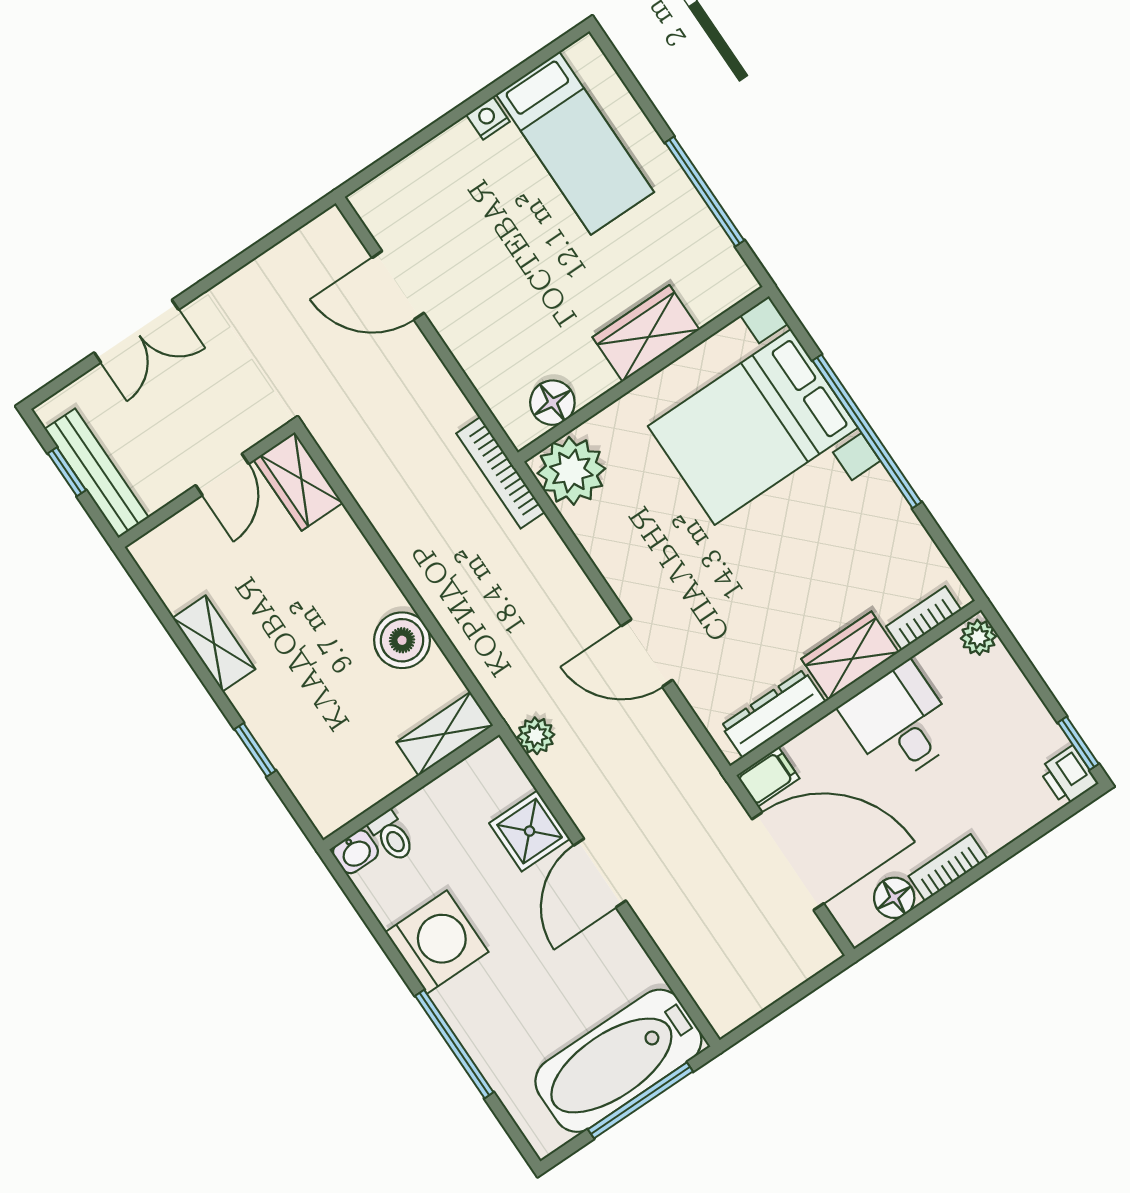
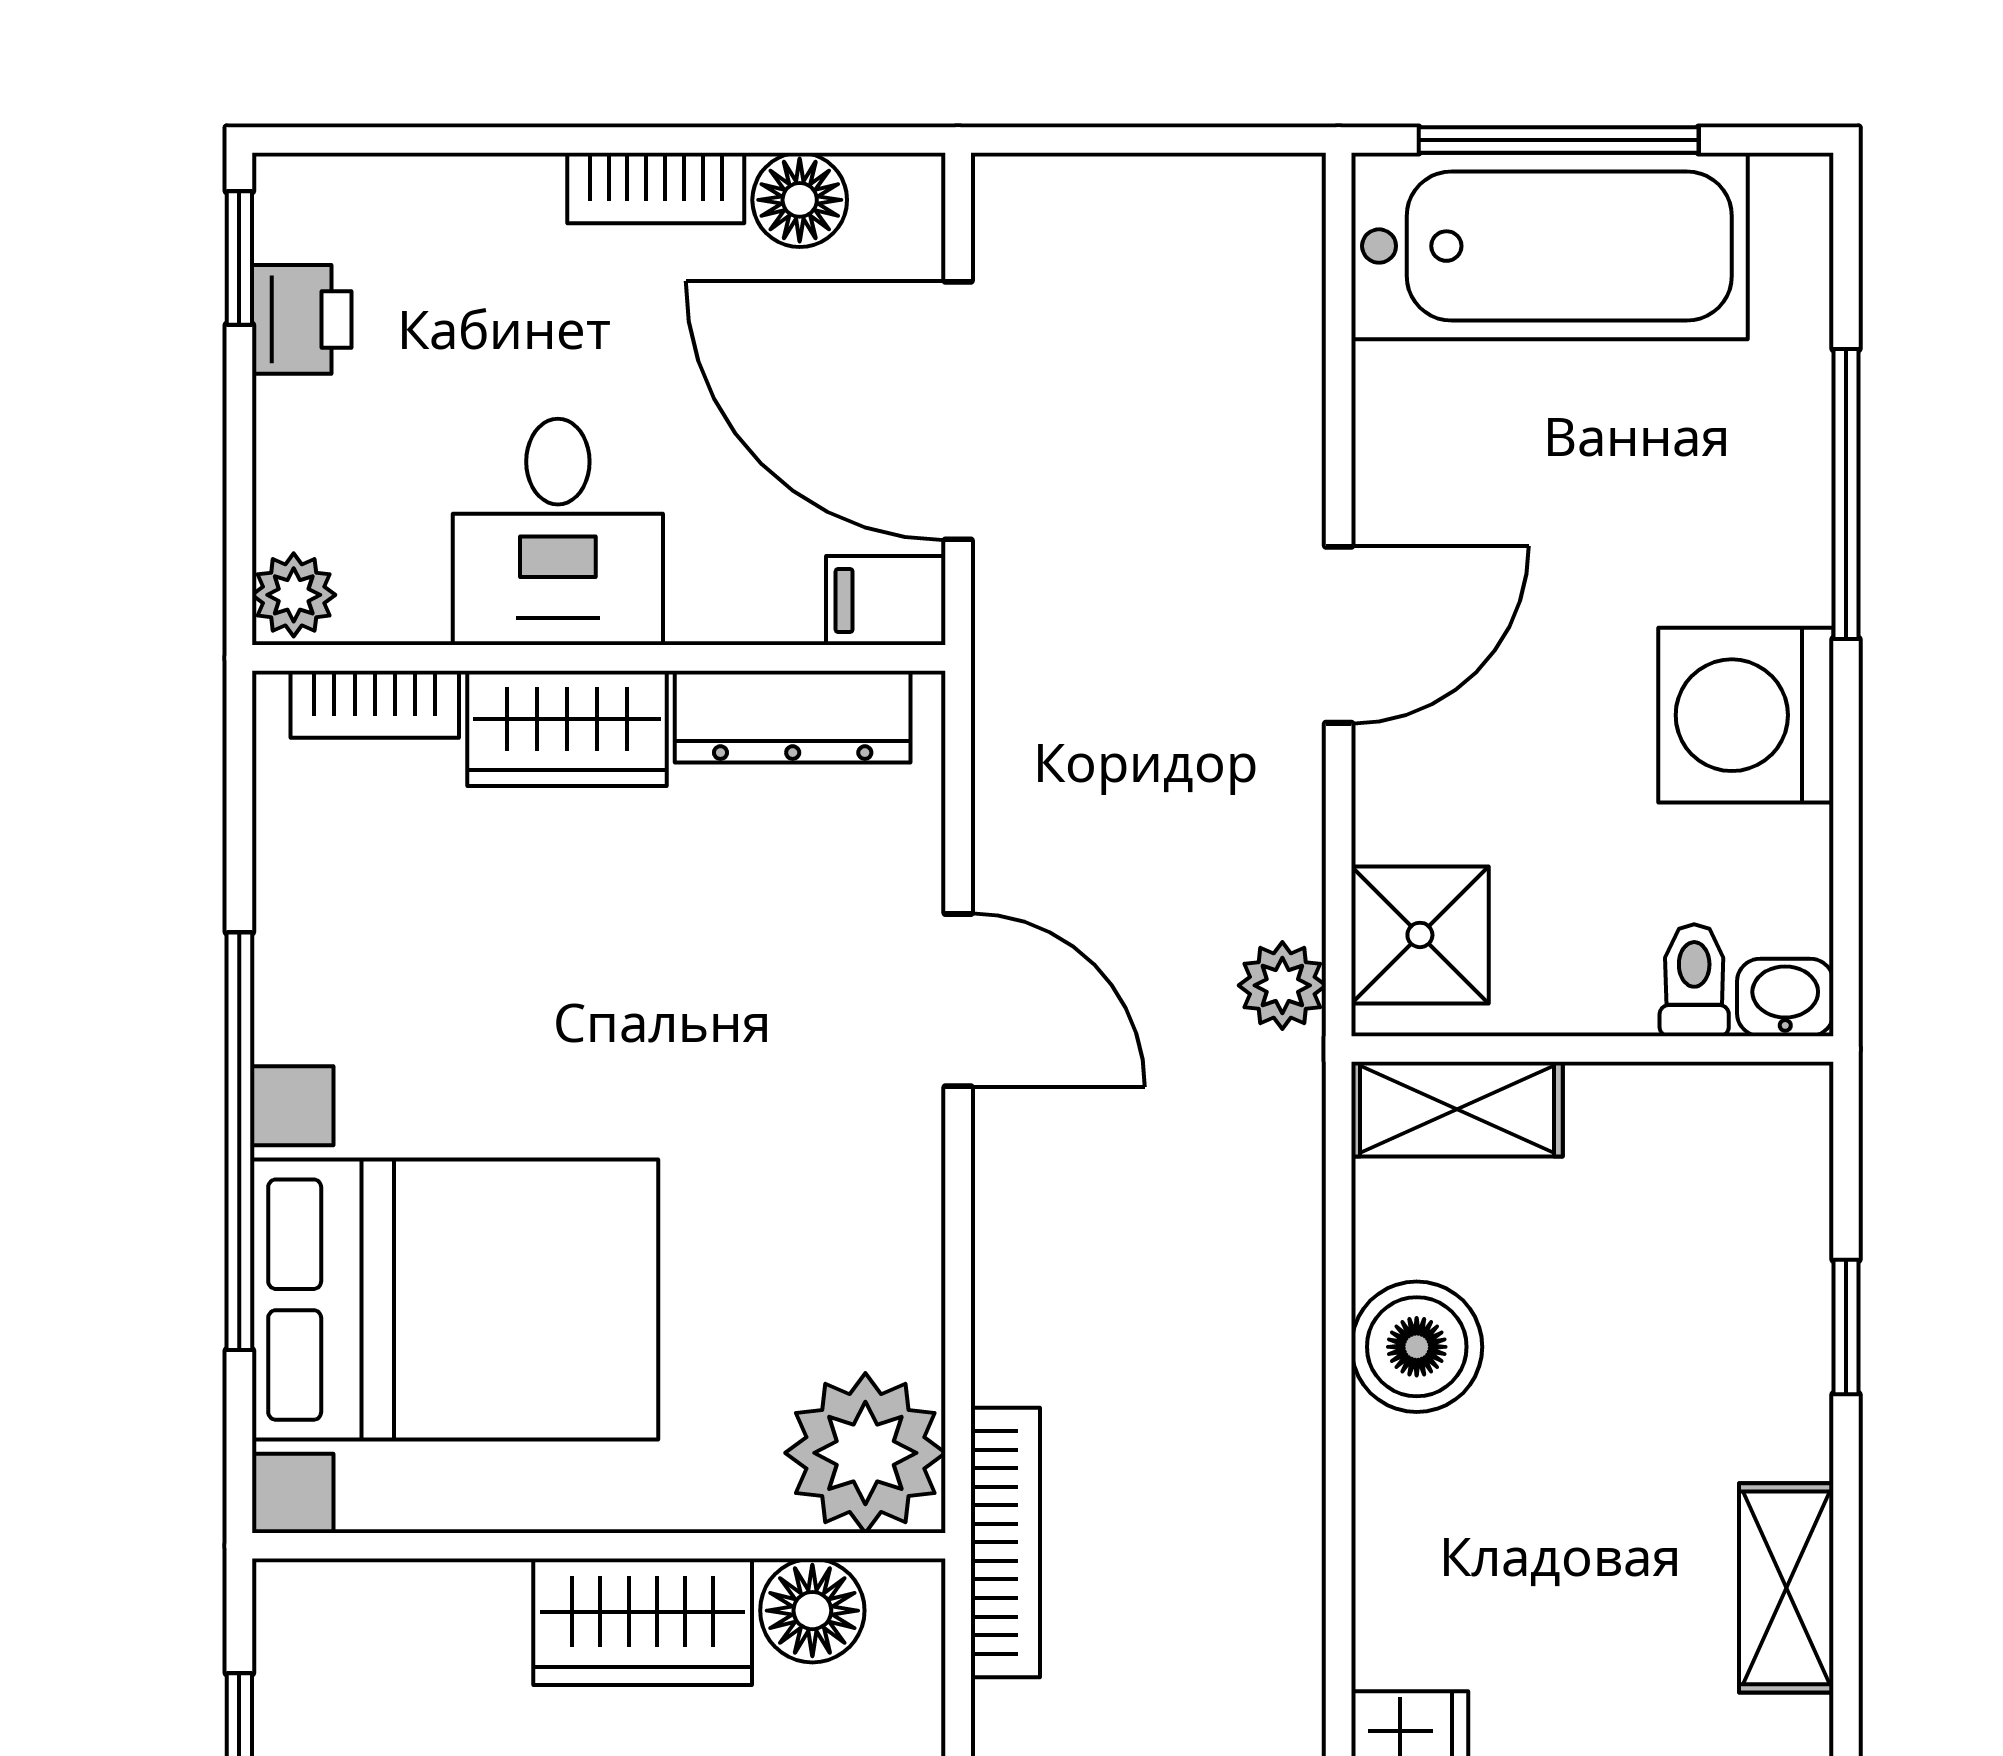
wardrobe: (646, 333) -> (643, 1622), moved
printer: (1068, 776) -> (302, 319), moved
shower: (530, 831) -> (1420, 935), moved

